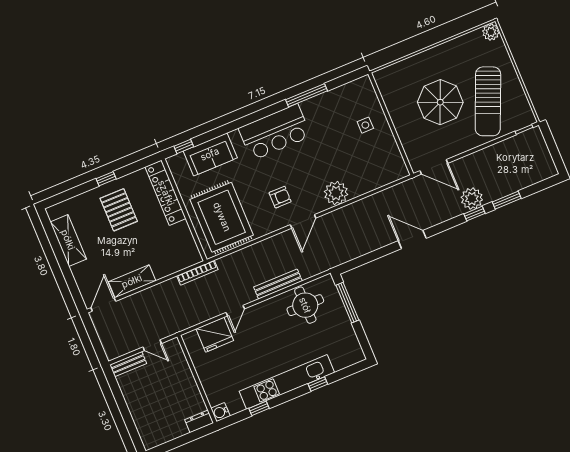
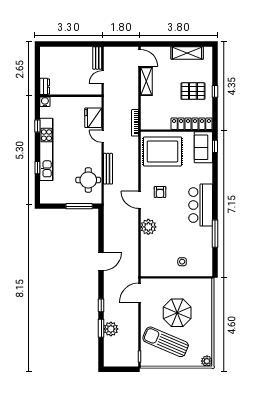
sofa: (210, 154) -> (203, 147), moved
plant: (472, 199) -> (111, 329), moved

